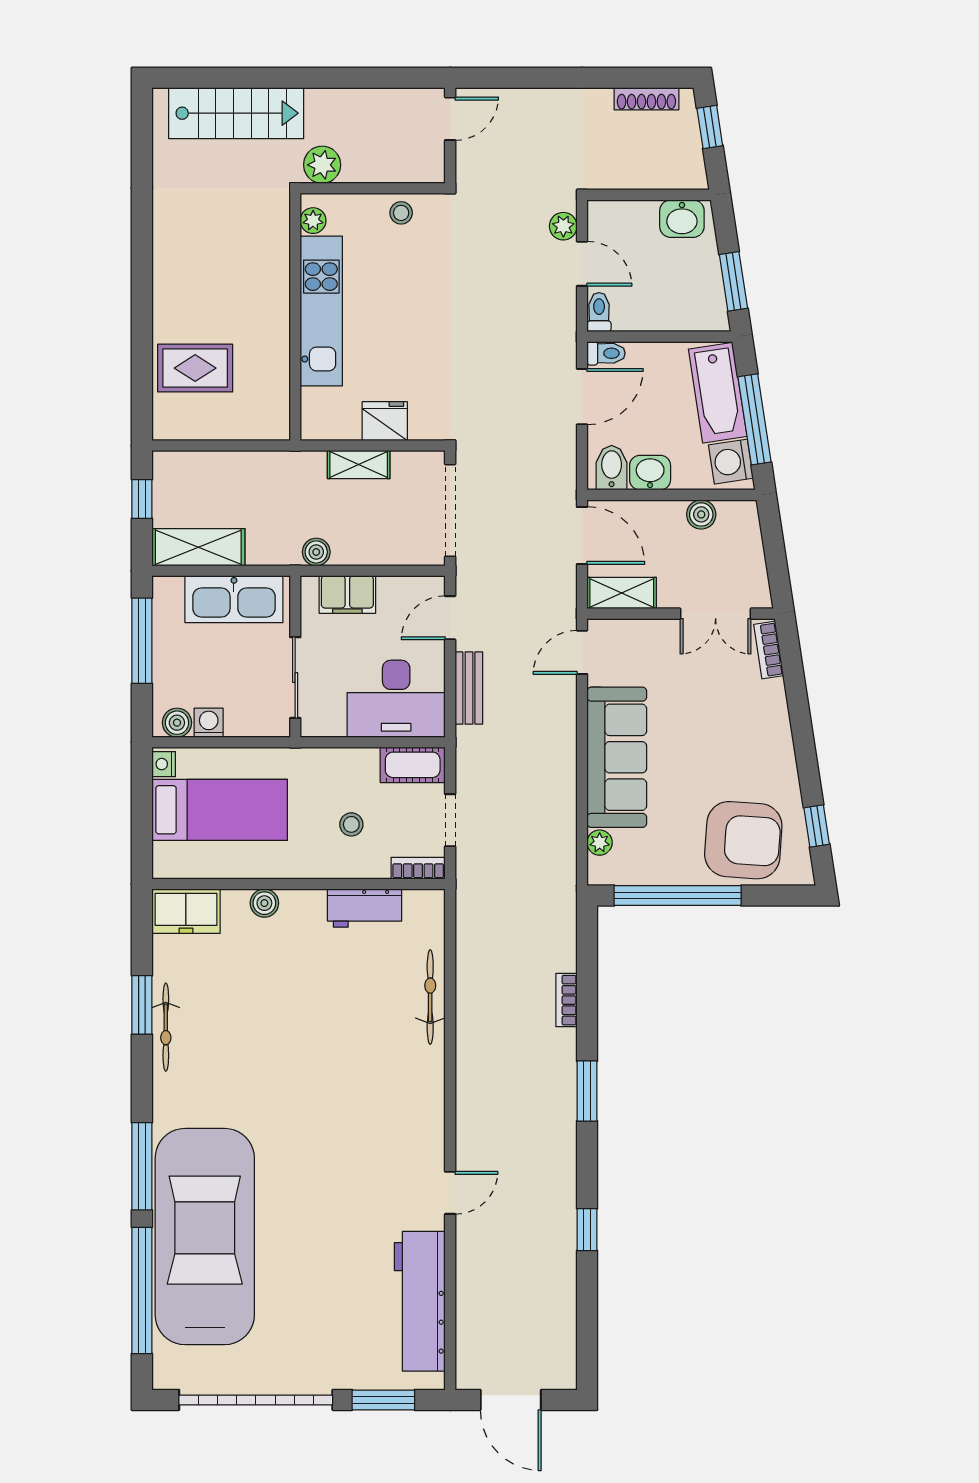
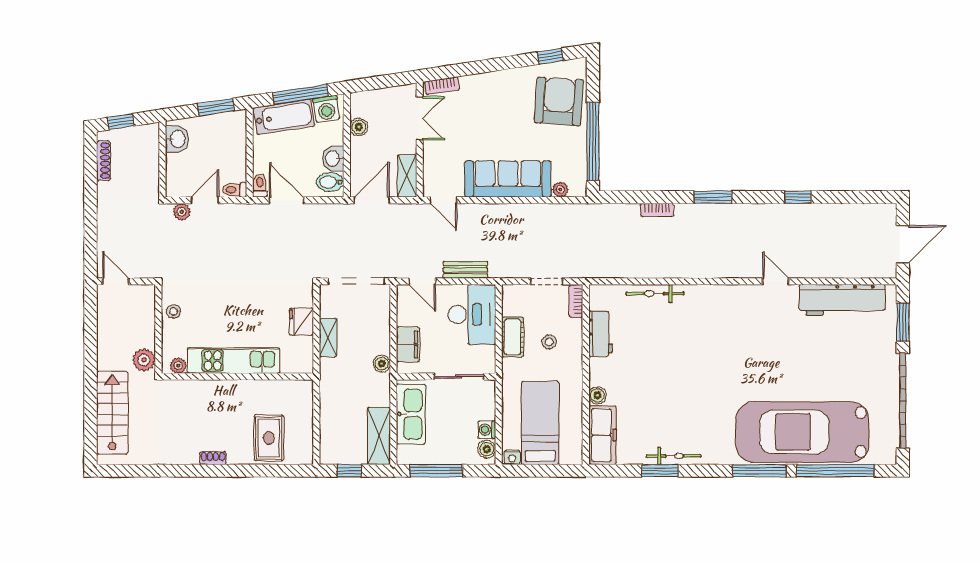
shoe rack: (162, 277) -> (213, 458), added
cot: (413, 765) -> (513, 337), moved
freezer: (186, 911) -> (602, 435), width x1.40

